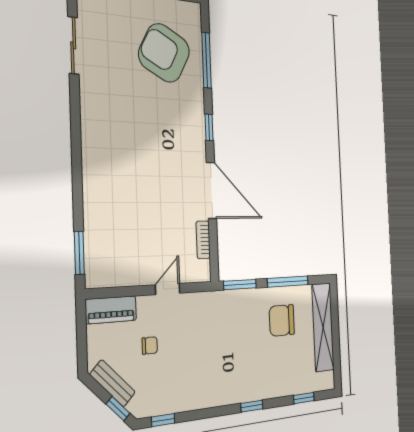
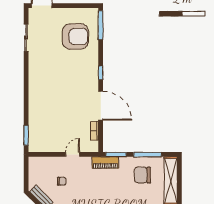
armchair: (164, 53) -> (75, 36), turned 152
window: (207, 60) -> (101, 25), moved
piano: (111, 310) -> (105, 163), moved

